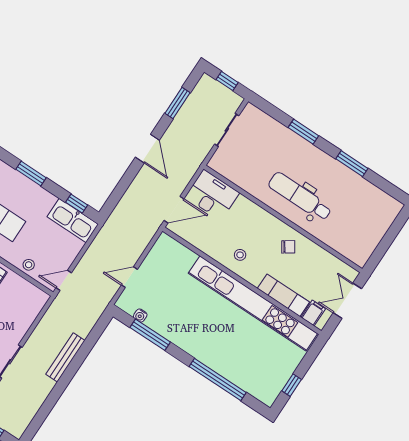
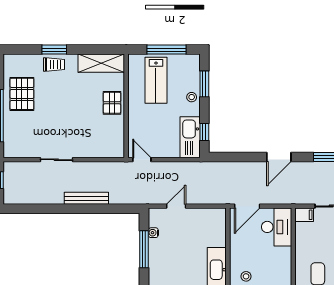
filing cabinet: (218, 161) -> (304, 215), added
door: (174, 210) -> (247, 206), hinge flipped
stool: (29, 265) -> (192, 97), moved
door: (129, 277) -> (176, 206), hinge flipped

